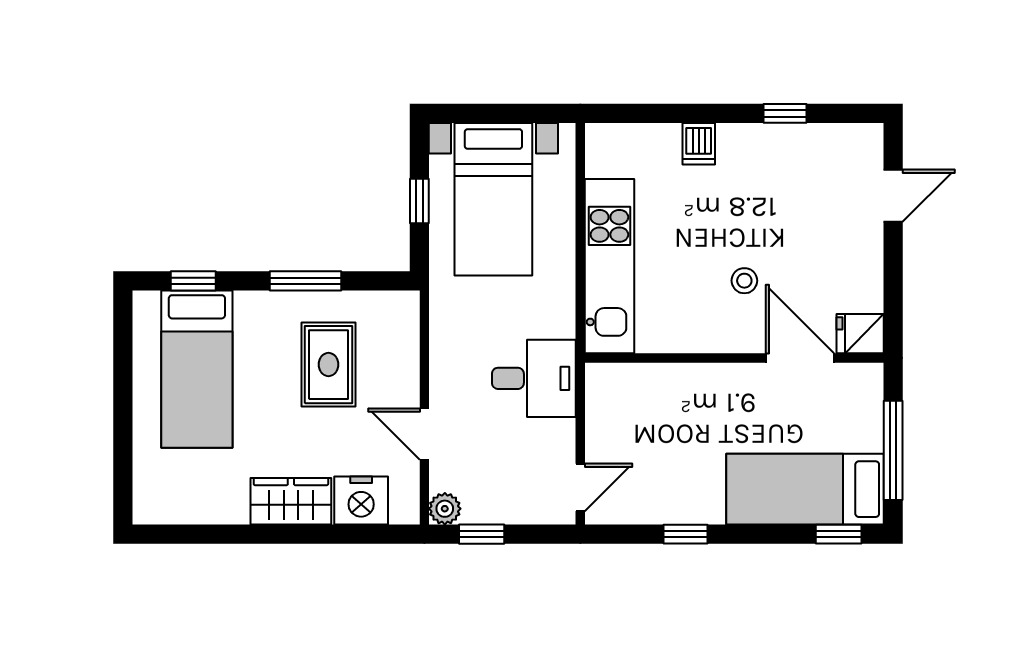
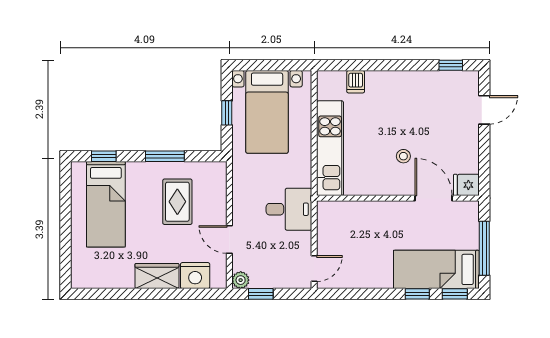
window: (785, 113) -> (451, 65), moved
dishwasher: (699, 144) -> (356, 82), moved
window: (686, 534) -> (417, 294), moved

